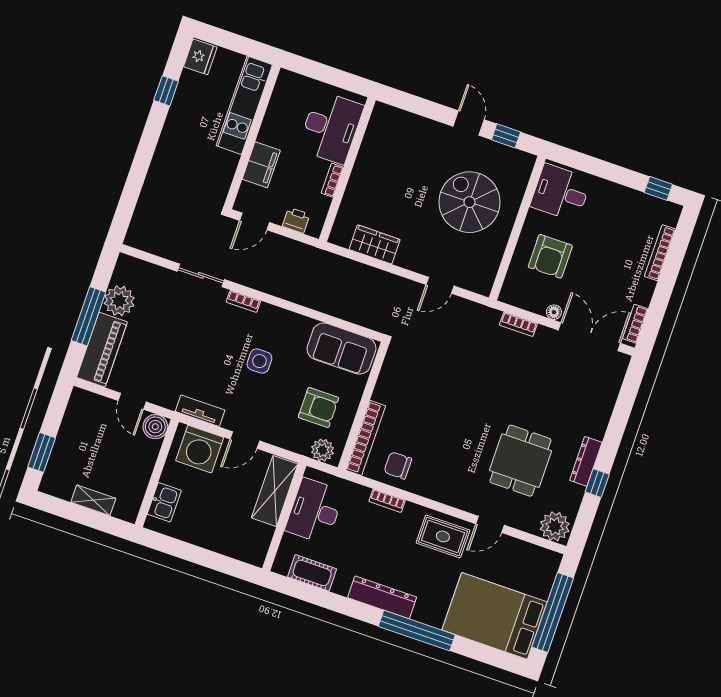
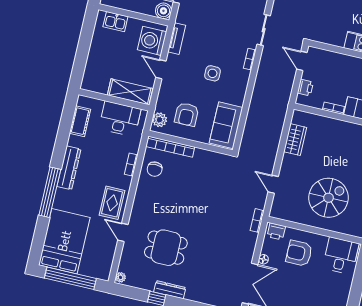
filing cabinet: (261, 165) -> (339, 61), removed
printer: (513, 288) -> (276, 231), added
bookcase: (518, 324) -> (257, 221), moved
chair: (398, 465) -> (155, 169), turned 180
plant: (555, 526) -> (120, 277), width x0.53, depth x0.53

